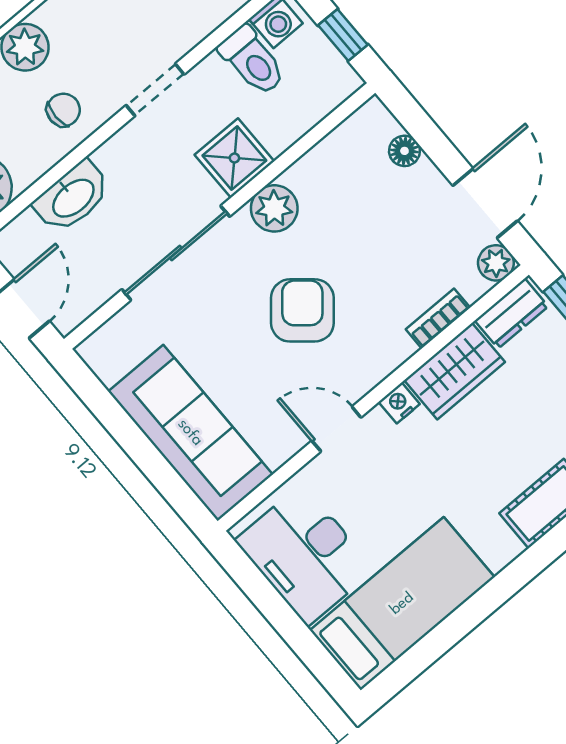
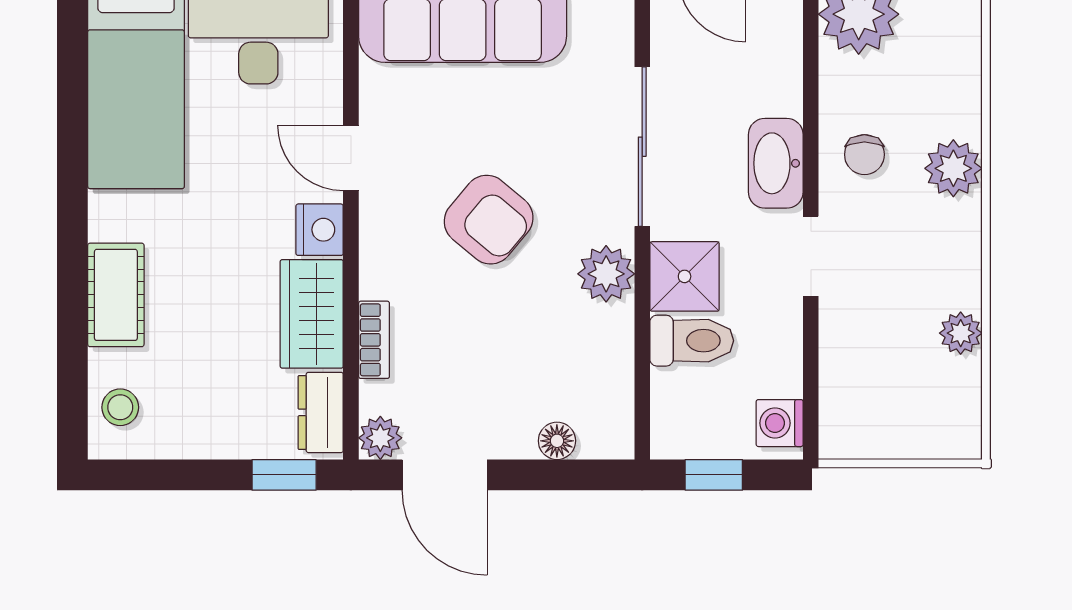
toilet: (252, 61) -> (692, 341), moved, turned 180
washbasin: (73, 197) -> (776, 163), moved
nightstand: (399, 403) -> (320, 230), width x1.39, depth x1.35
door: (336, 429) -> (351, 158), swing flipped

